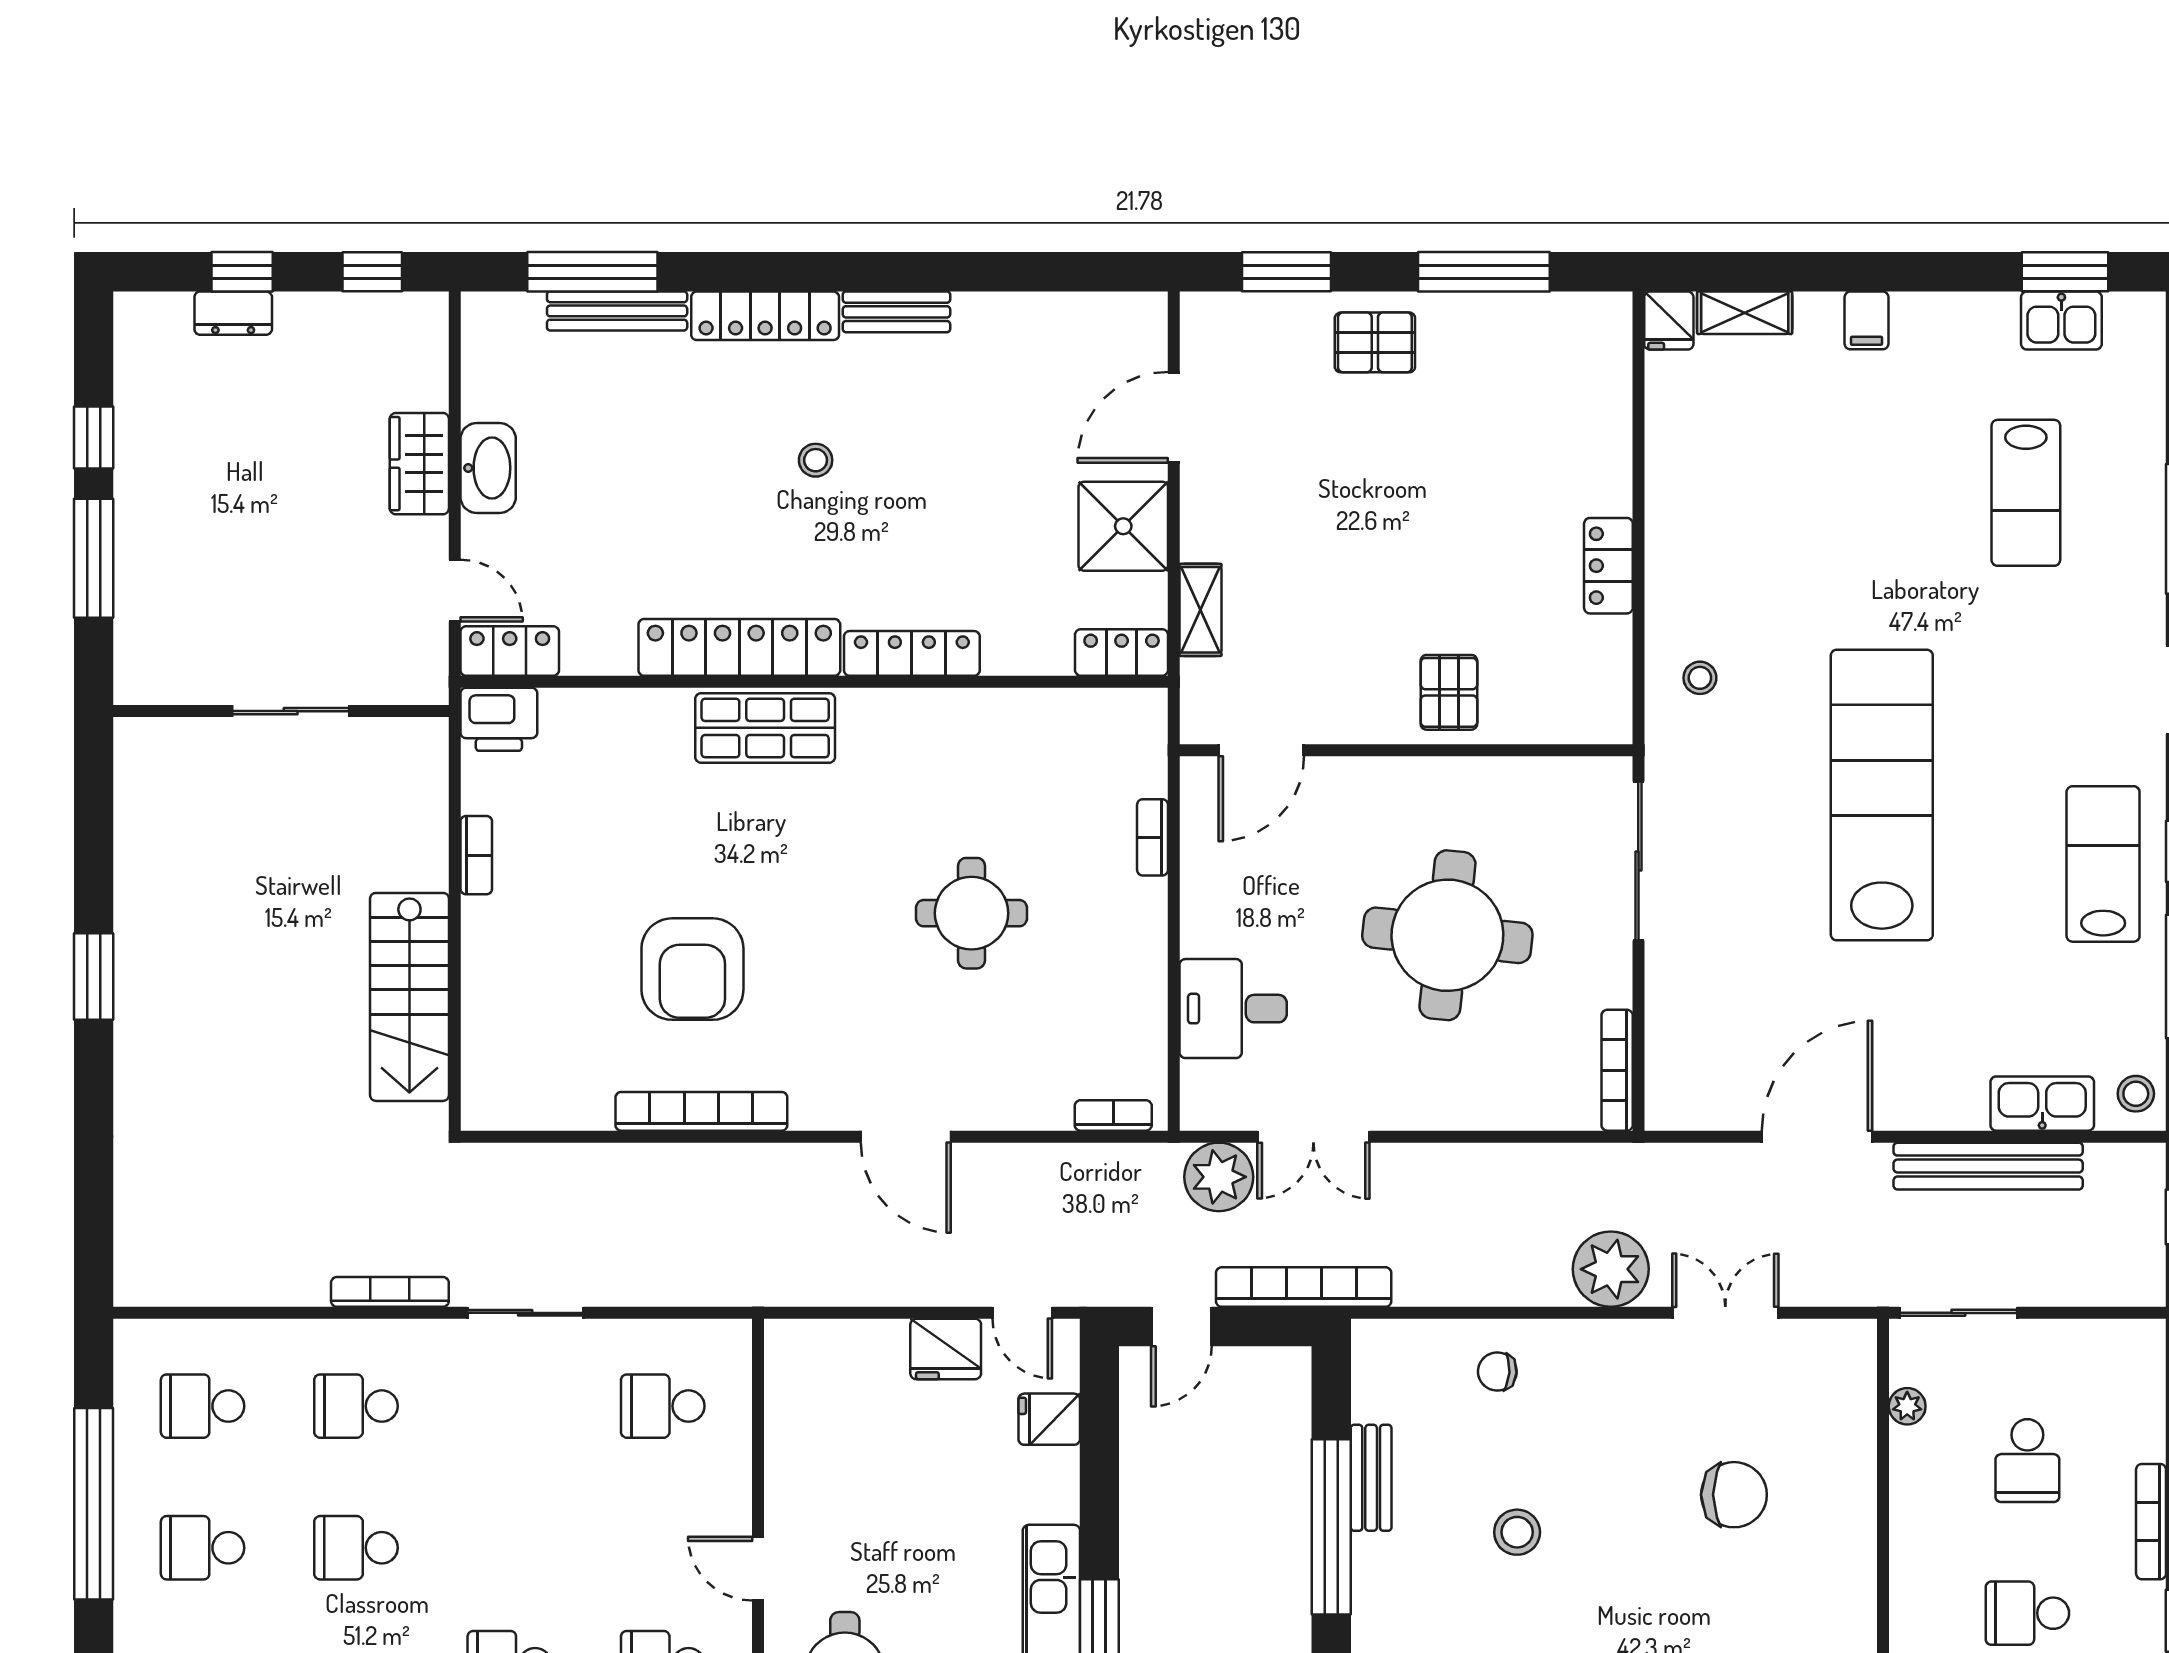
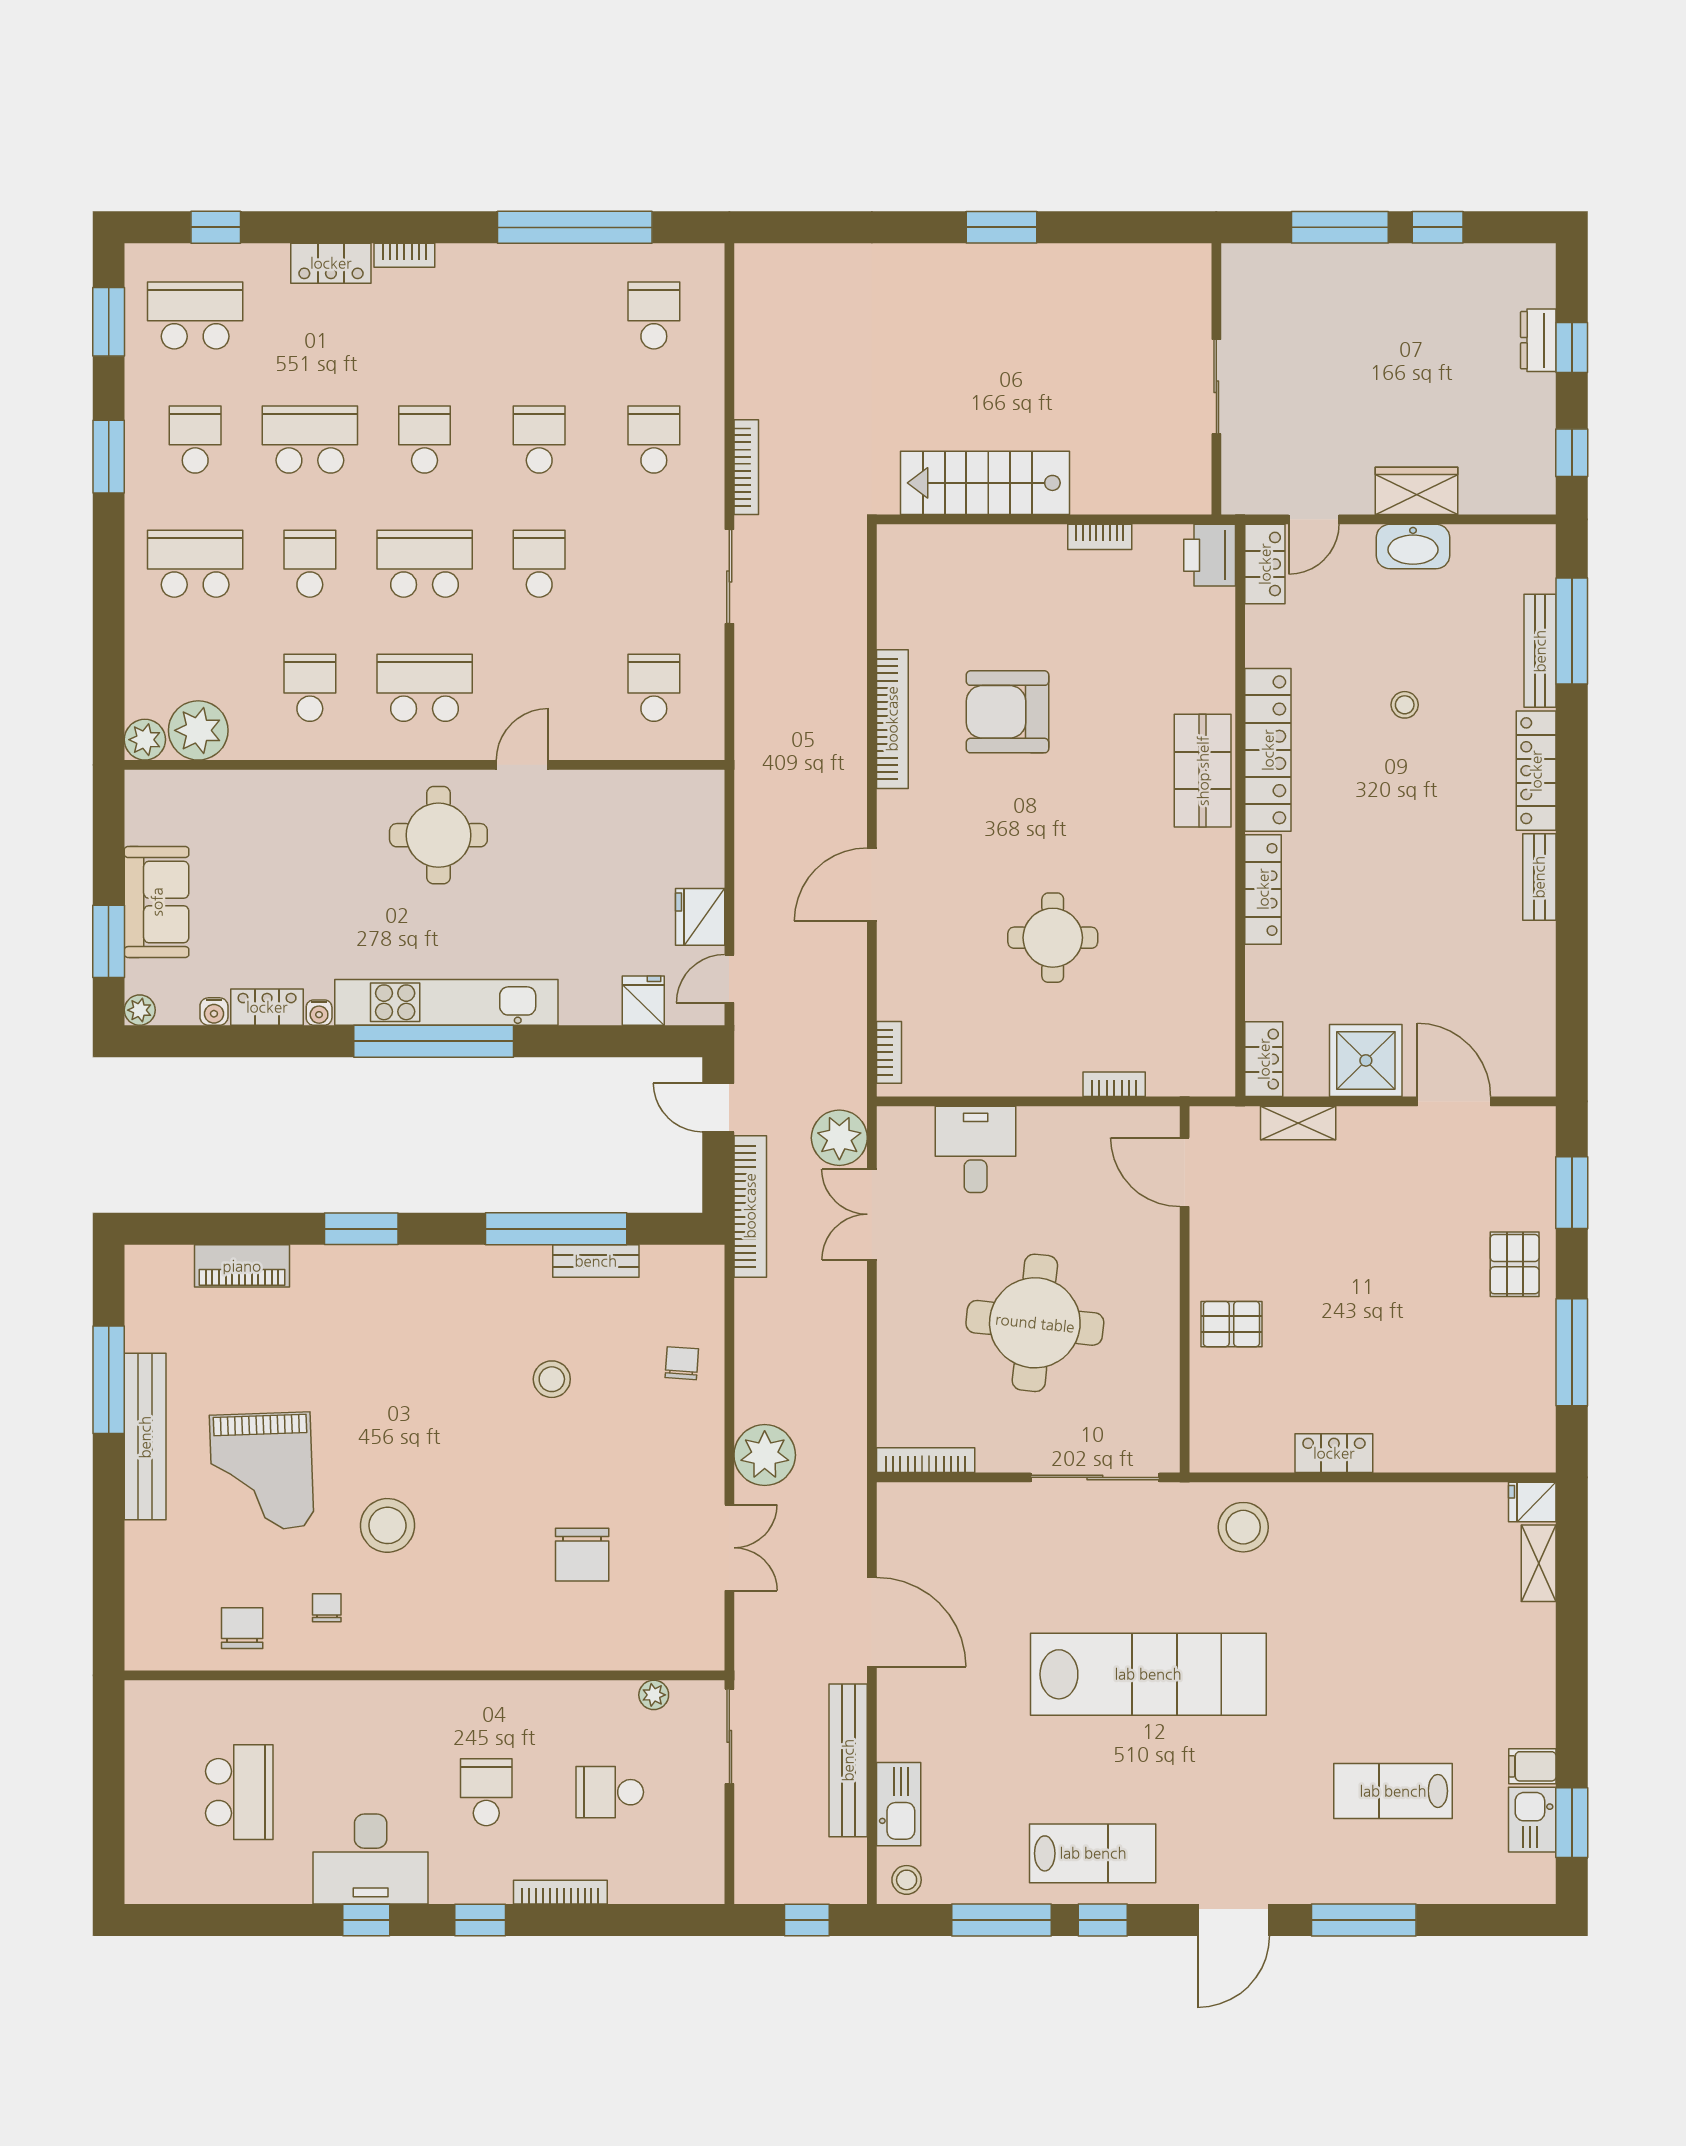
filing cabinet: (1867, 320) -> (1532, 1766), moved
stool: (816, 460) -> (1405, 705), moved
stool: (1700, 678) -> (1243, 1527), width x1.89, depth x1.89
school desk: (203, 1548) -> (539, 564), moved

